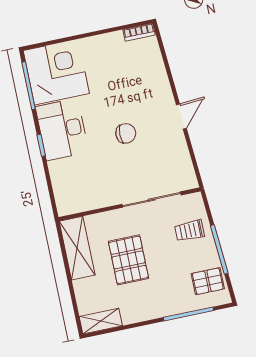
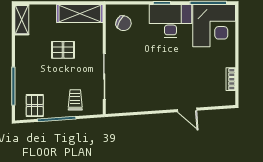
bookcase: (139, 32) -> (231, 79), moved
door: (181, 117) -> (187, 110), moved
chair: (126, 133) -> (124, 23), moved, turned -62
pallet: (128, 260) -> (63, 50), width x0.67, depth x0.71

